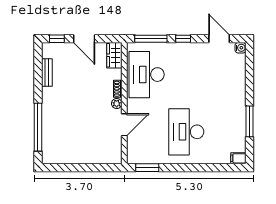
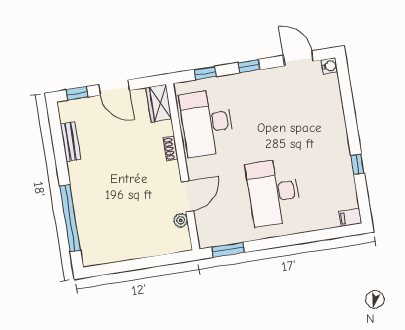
window: (151, 39) -> (205, 73), width x0.46
plant: (117, 103) -> (181, 220), moved
window: (250, 121) -> (358, 164), width x0.46

